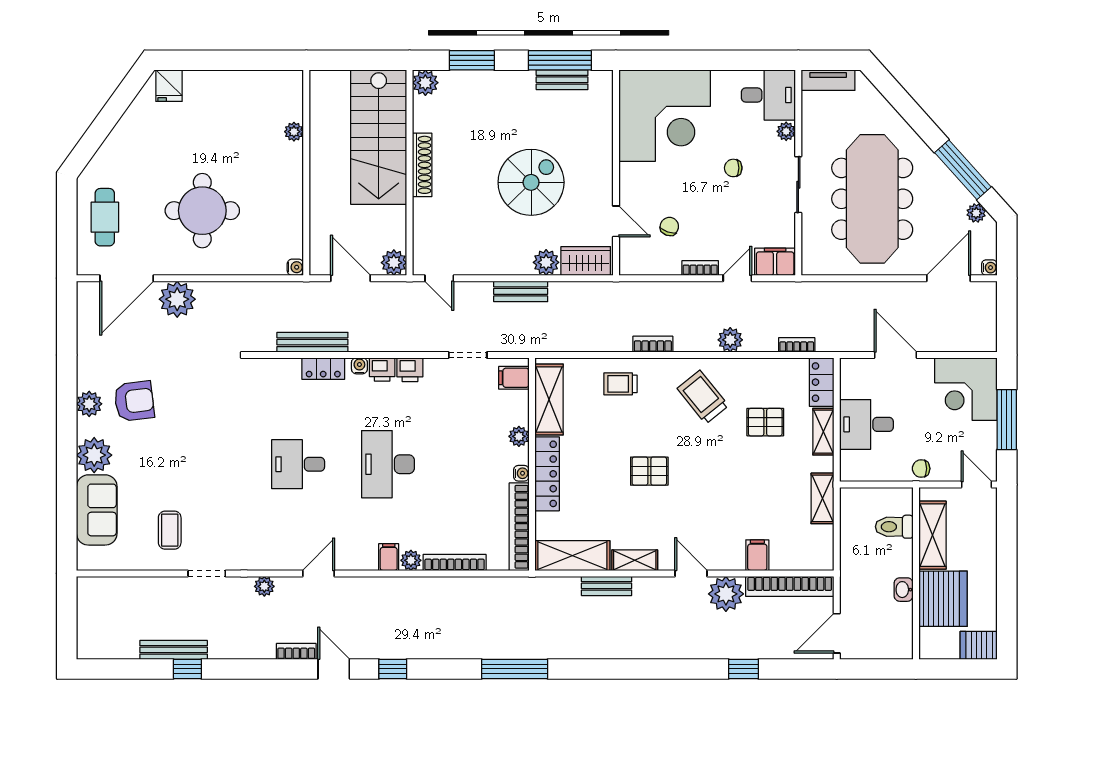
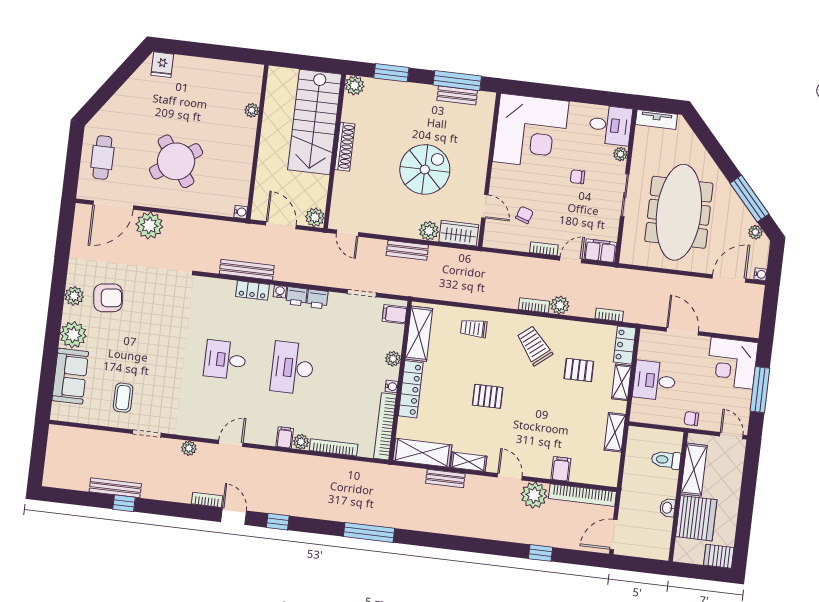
round table: (202, 211) -> (176, 161), turned -35
bookcase: (653, 344) -> (534, 305), moved

